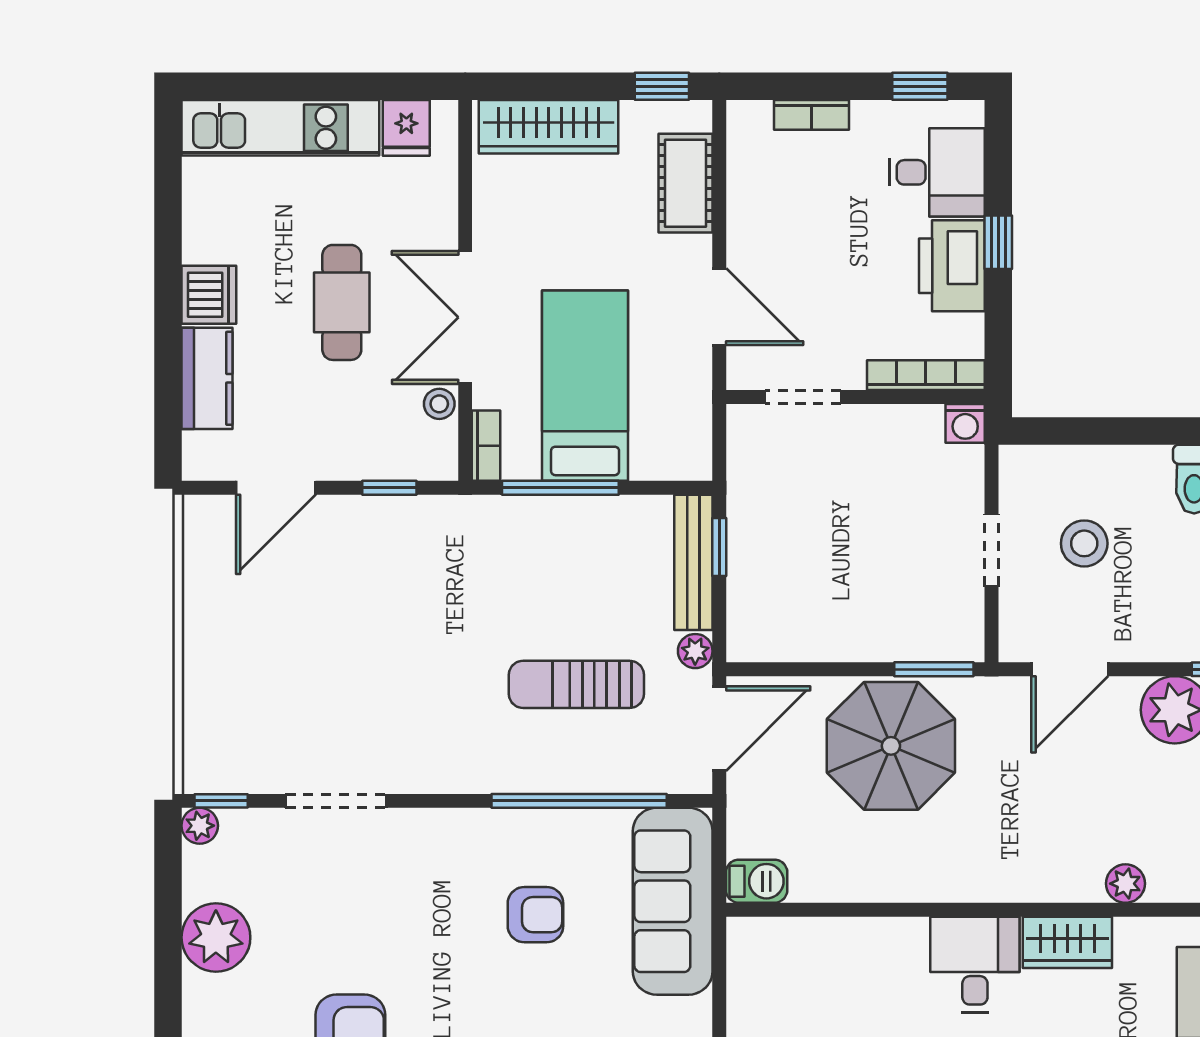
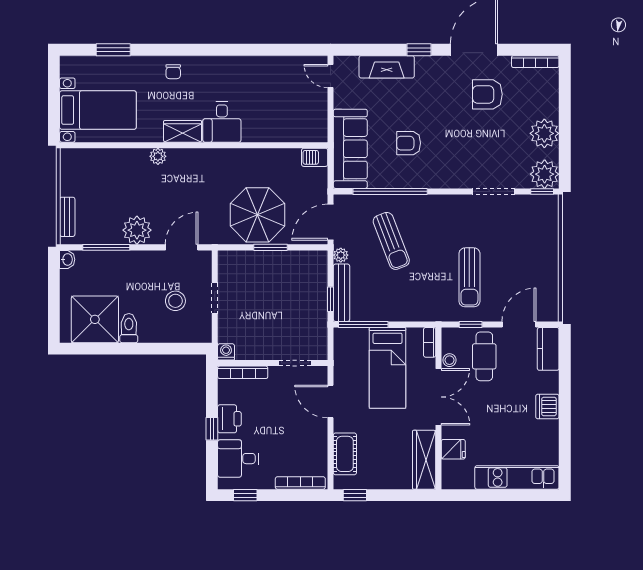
bookcase: (811, 115) -> (300, 483), width x1.56
wardrobe: (549, 127) -> (424, 460), moved, turned -90
fridge: (406, 128) -> (453, 449), moved, turned 90
printer: (952, 266) -> (229, 419), width x0.73, depth x0.84
cafe table: (342, 302) -> (484, 356), moved
kitchen counter: (207, 378) -> (548, 349), moved
window: (560, 488) -> (363, 324), moved
sun lounger: (392, 599) -> (469, 277), added
window: (934, 669) -> (270, 247), moved
sun lounger: (576, 684) -> (391, 241), turned 69
plant: (200, 826) -> (545, 174), width x1.88, depth x1.88

